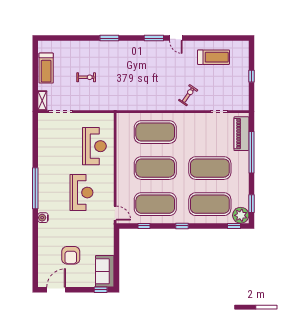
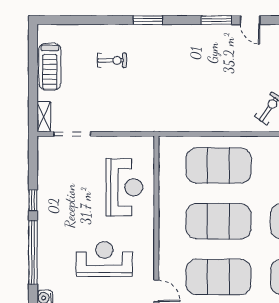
exercise bike: (86, 77) -> (112, 60), moved
window: (35, 155) -> (33, 200), added
reception desk: (81, 193) -> (104, 259), turned -90

